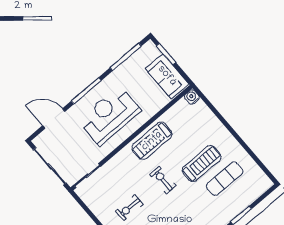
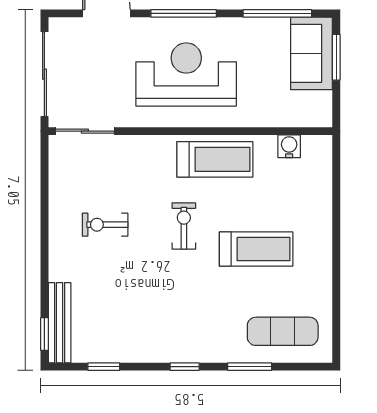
sofa: (167, 76) -> (311, 53), moved
water cooler: (192, 97) -> (289, 146), moved
treadmill: (152, 141) -> (215, 159), turned 180
exercise mat: (225, 179) -> (283, 331), moved

